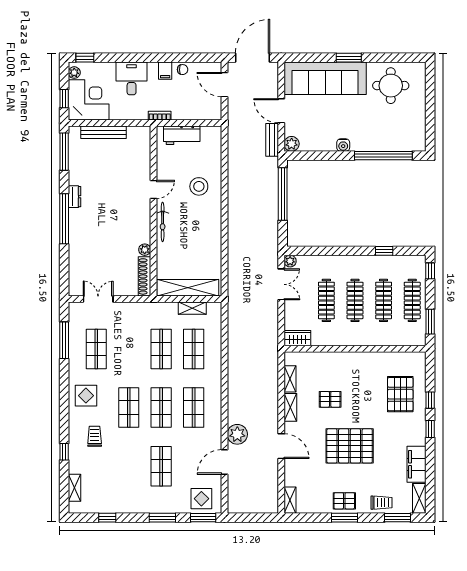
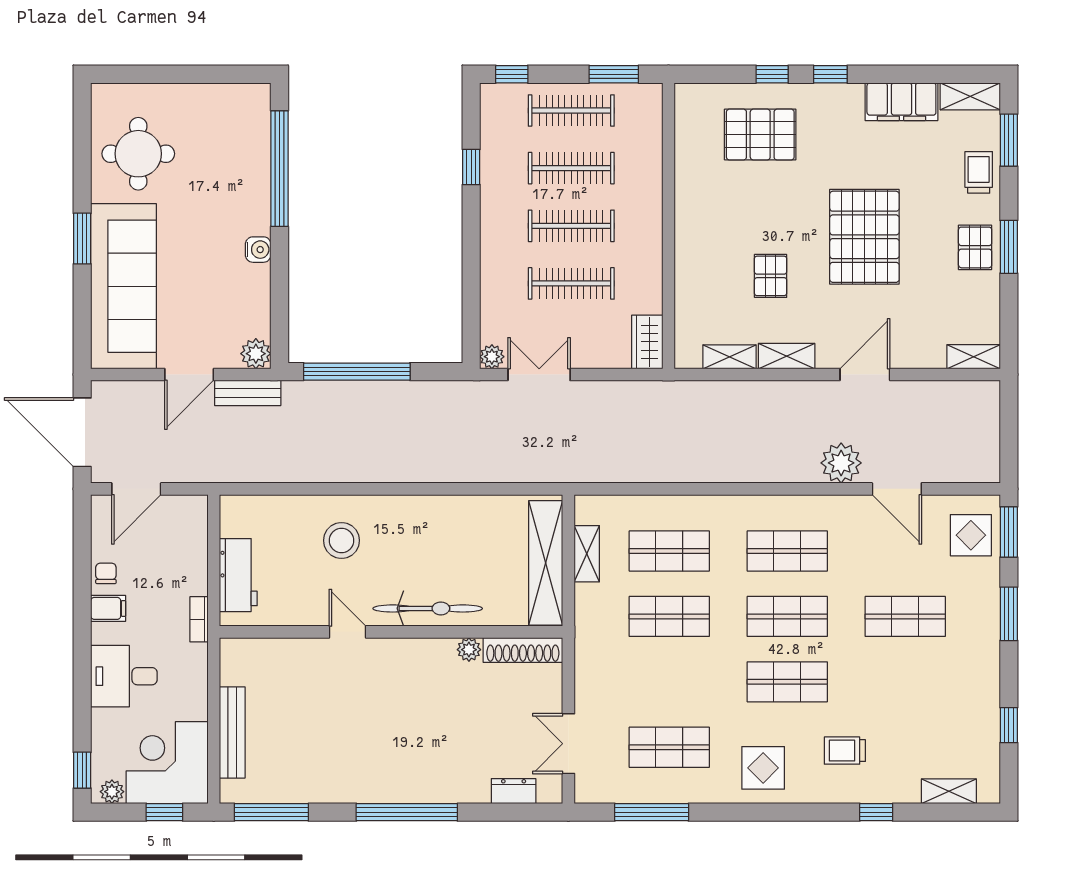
dresser: (75, 197) -> (514, 791), moved
bicycle: (163, 222) -> (428, 608), width x1.37, depth x1.40

